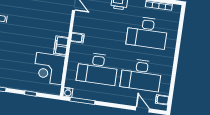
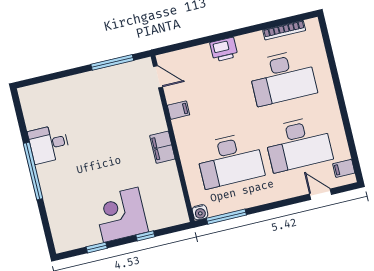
filing cabinet: (77, 38) -> (178, 110), moved
corner desk: (49, 69) -> (121, 215), moved, turned 90

